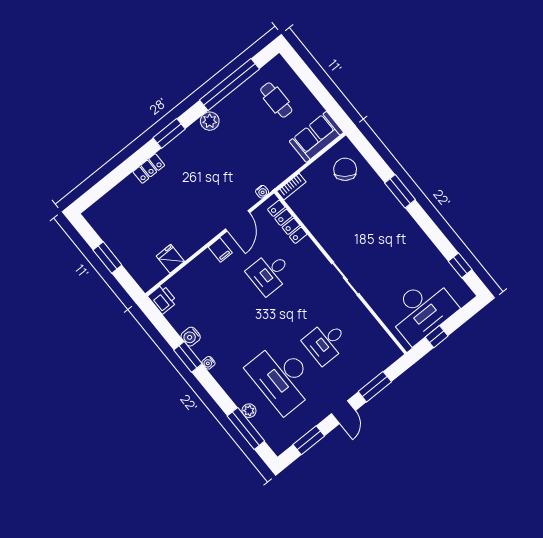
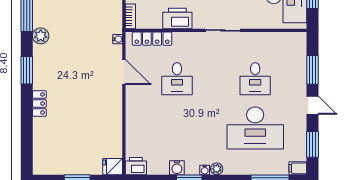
printer: (323, 230) -> (177, 18), added
filing cabinet: (220, 250) -> (298, 168), moved, turned 180
fridge: (170, 259) -> (113, 167), moved
plant: (249, 411) -> (217, 169), moved

